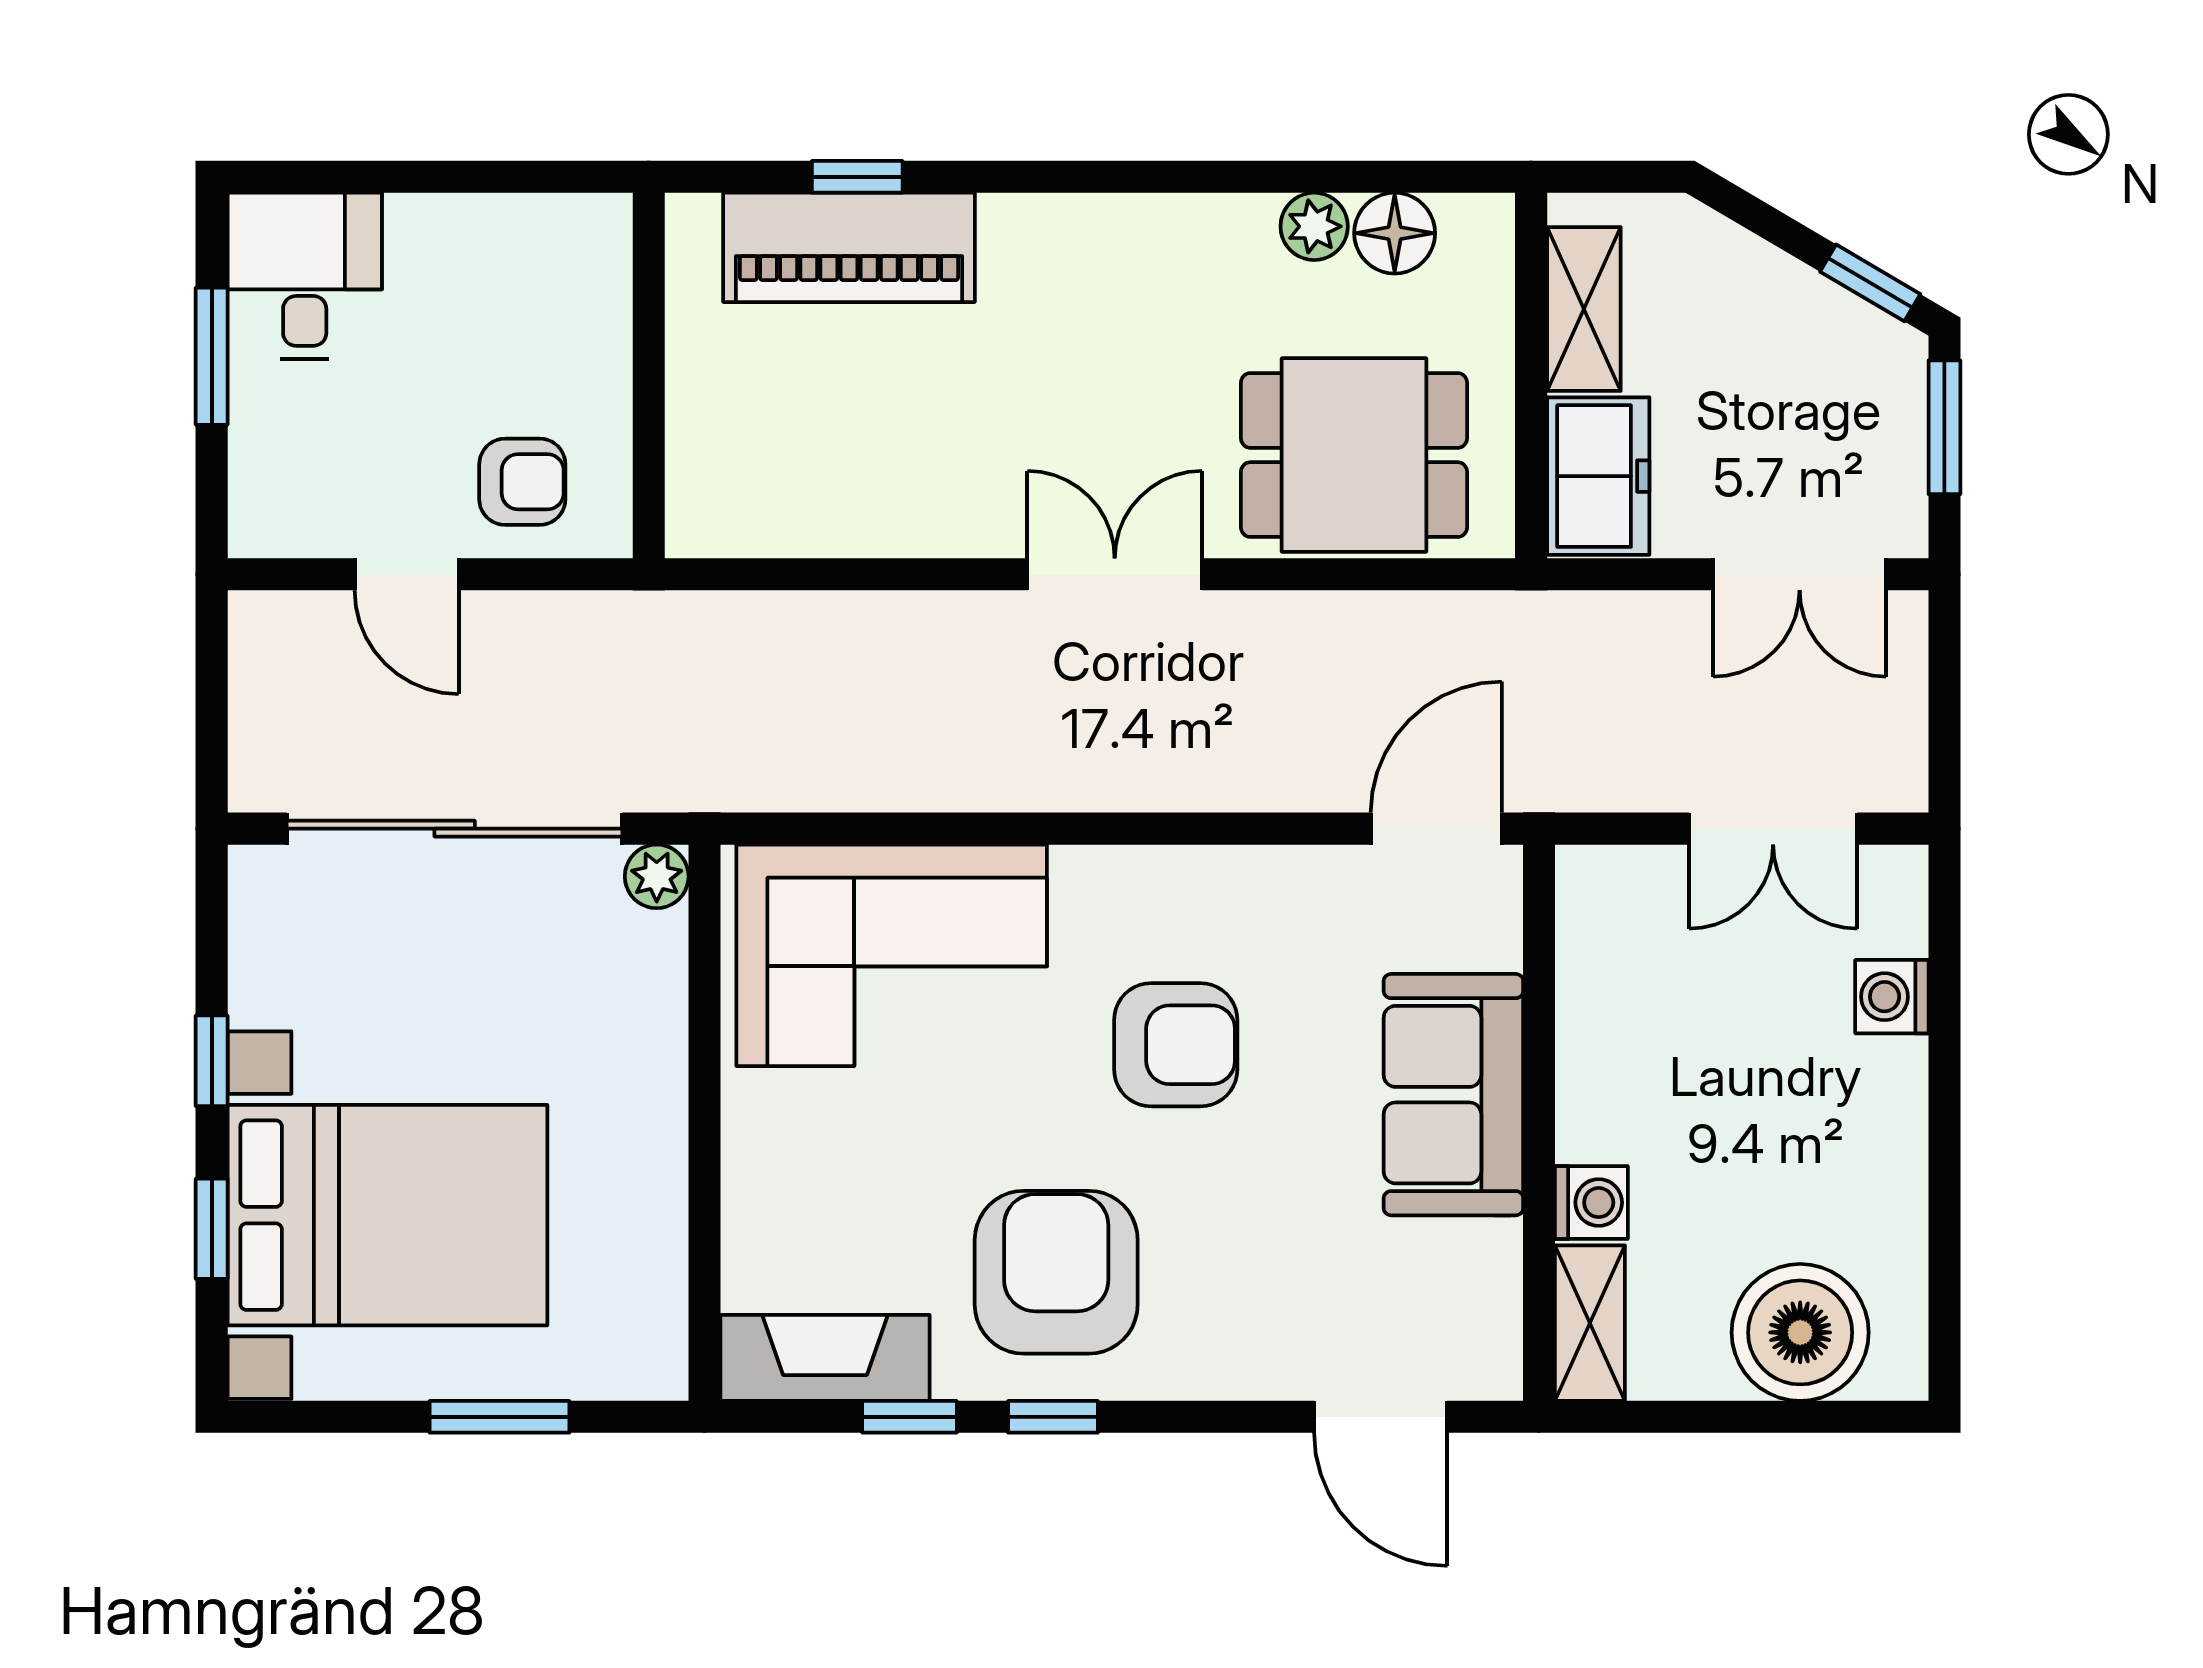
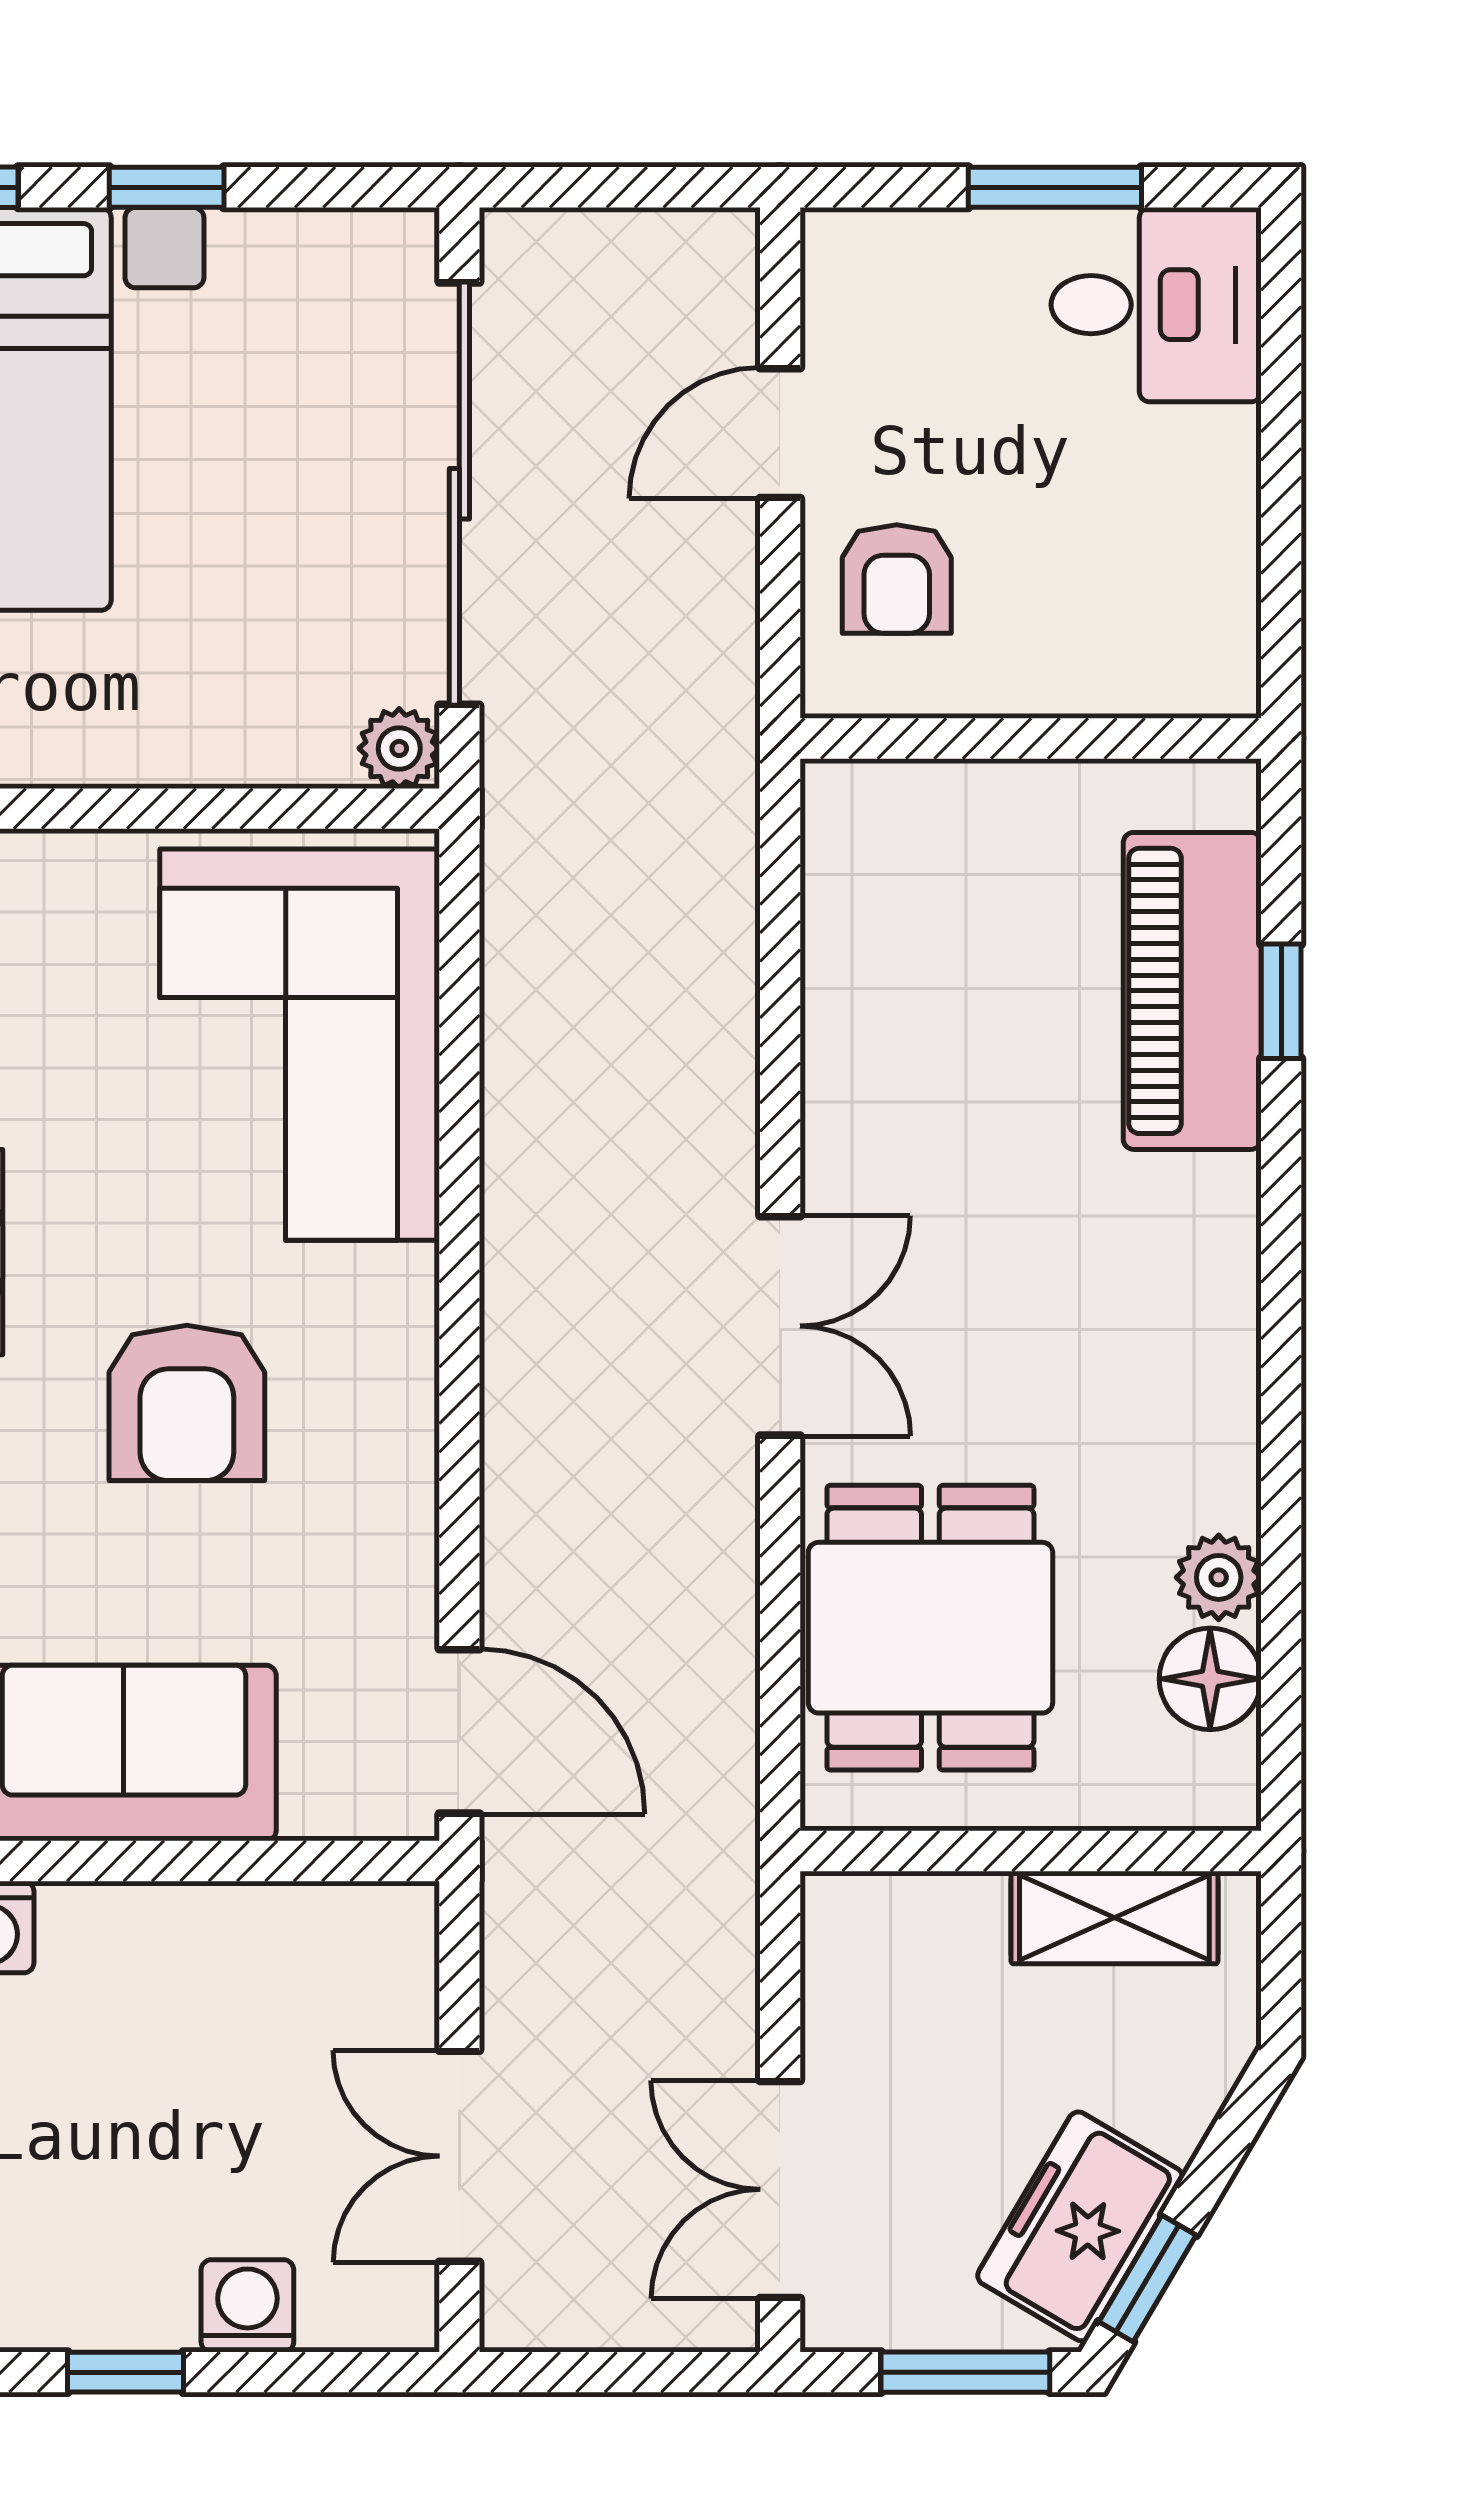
freezer: (1598, 476) -> (1080, 2226), moved, turned 121
window: (1944, 1093) -> (125, 2372), added

